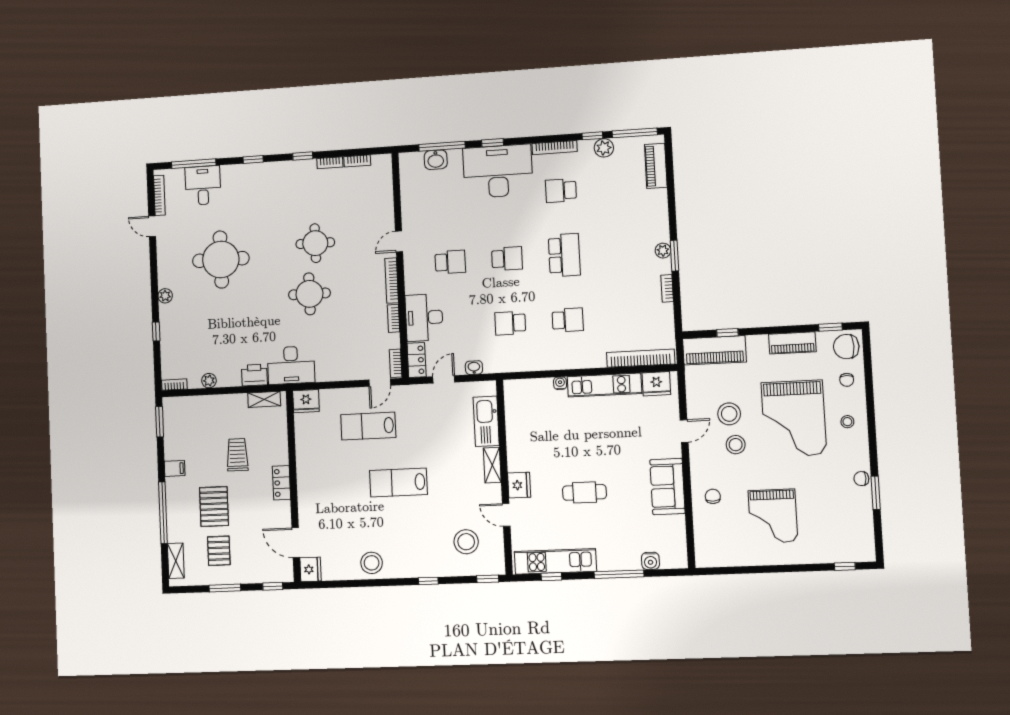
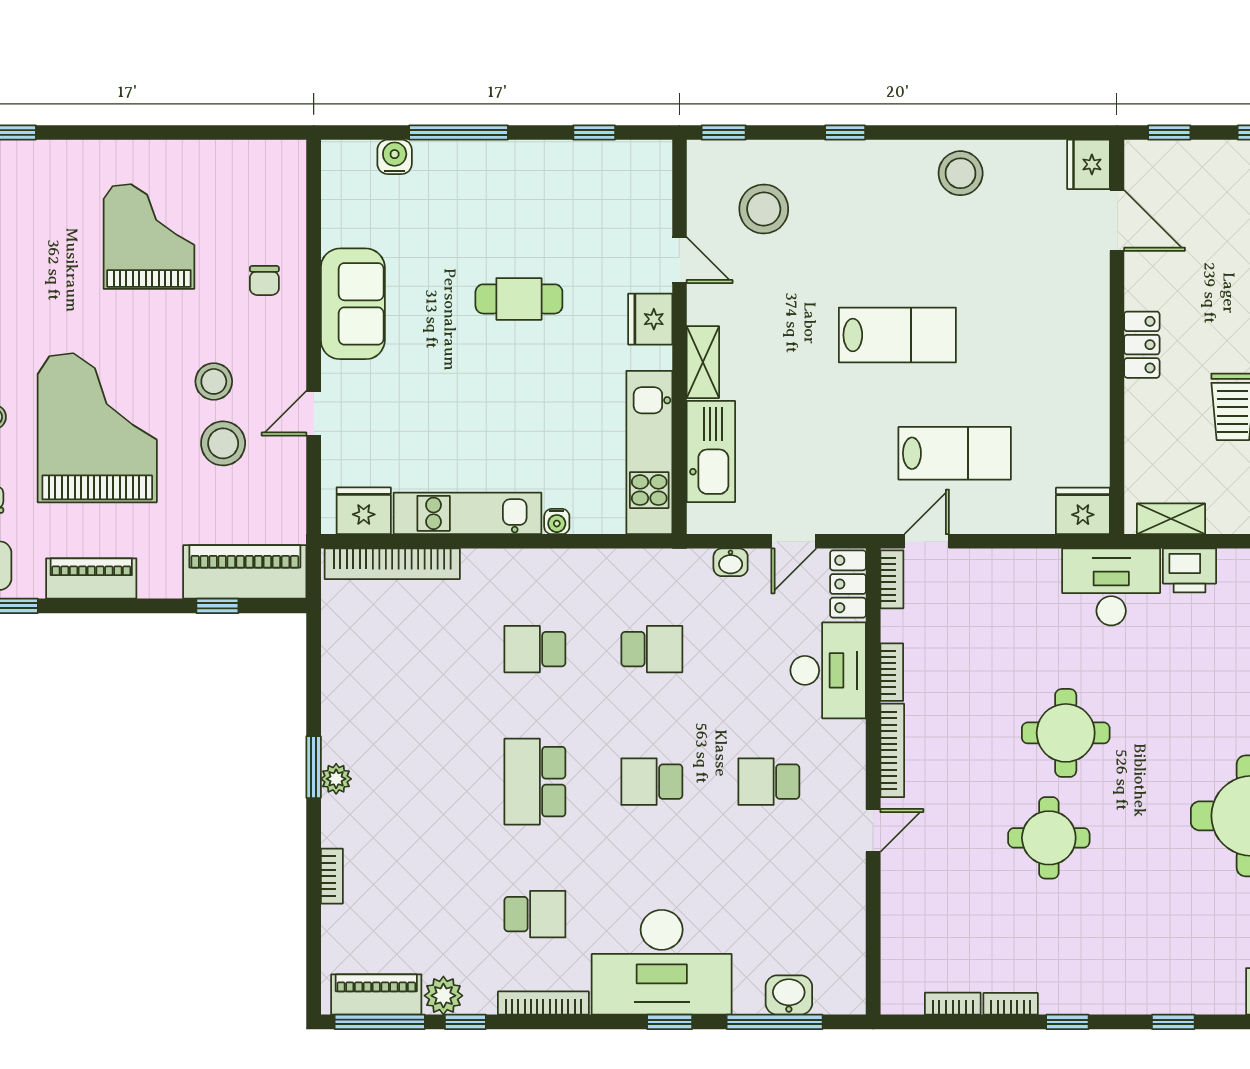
piano: (656, 166) -> (376, 995), moved, turned -90
bookcase: (667, 288) -> (332, 876), moved
kitchen unit: (555, 561) -> (649, 453), moved, turned 90

